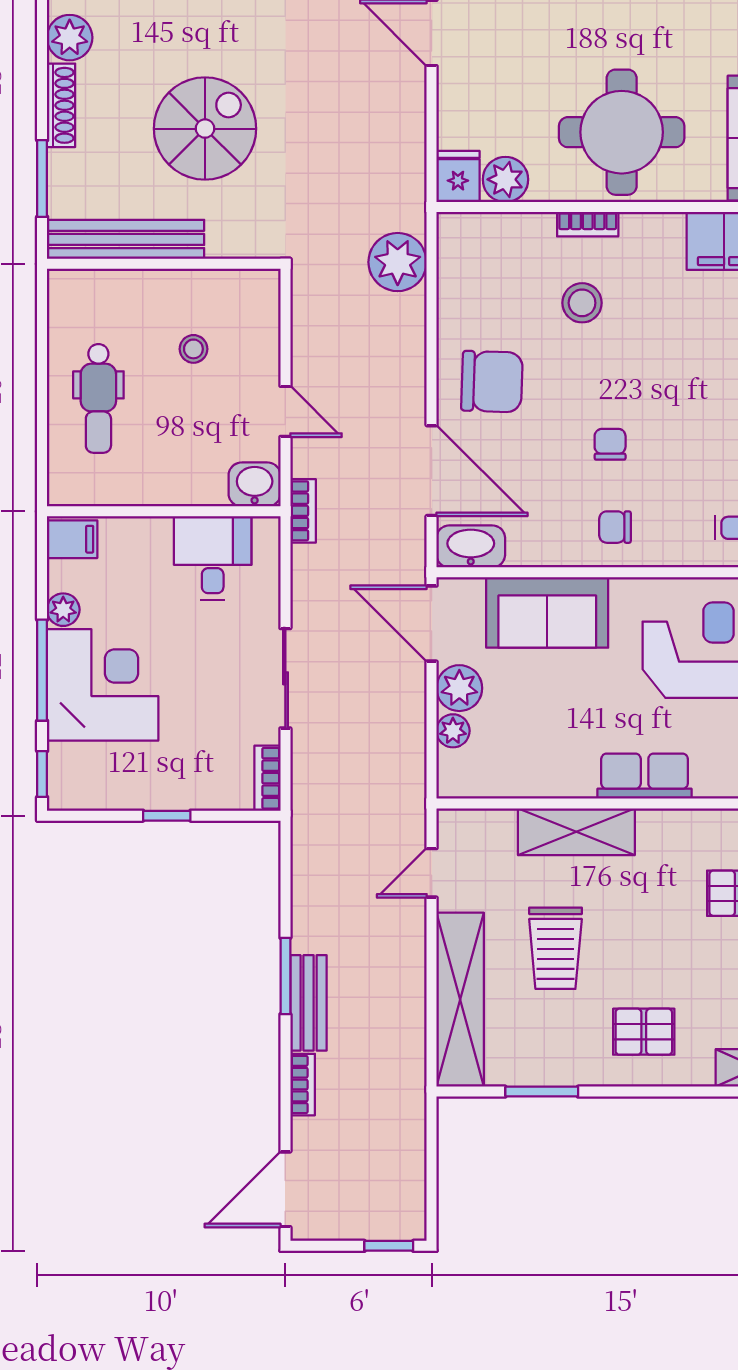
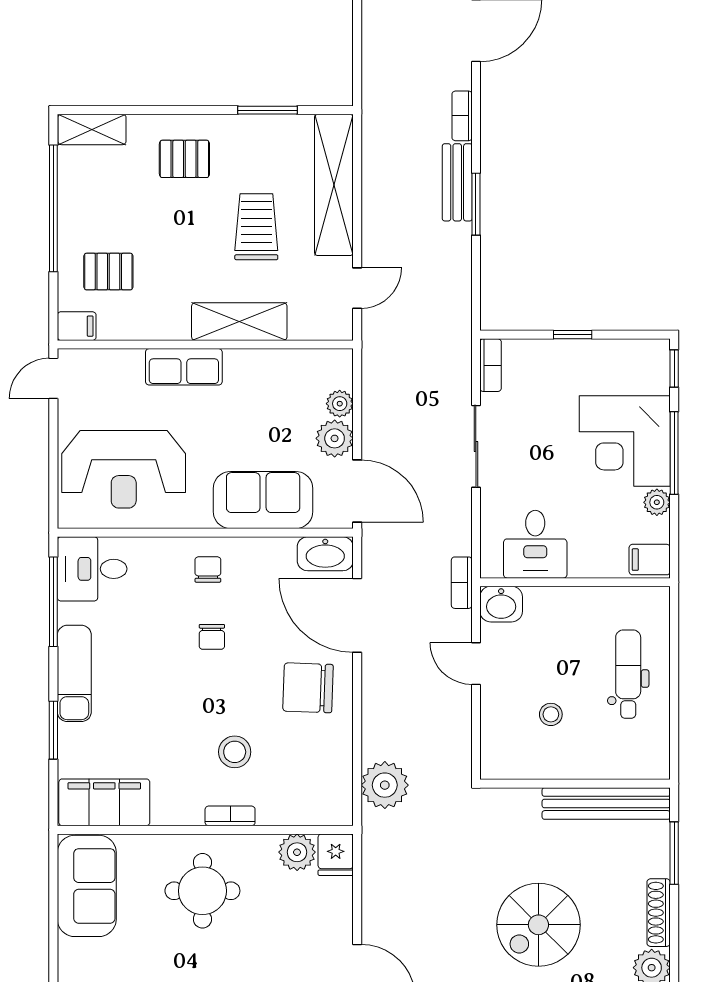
spiral stairs: (205, 129) -> (538, 925), moved
round table: (622, 132) -> (202, 891), width x0.73, depth x0.73
chair: (615, 527) -> (208, 569), turned -90

